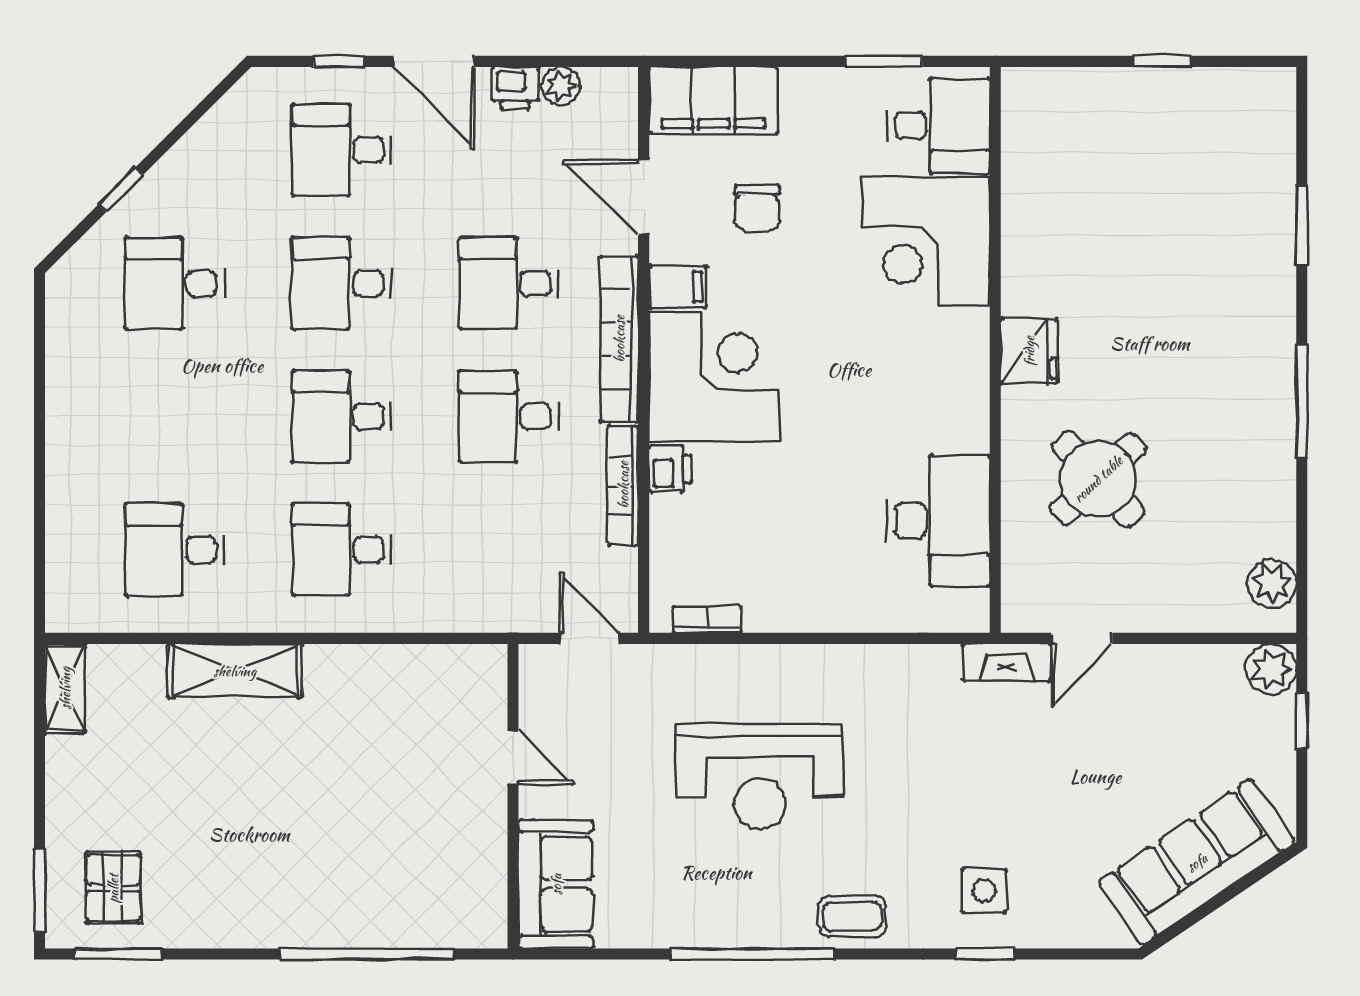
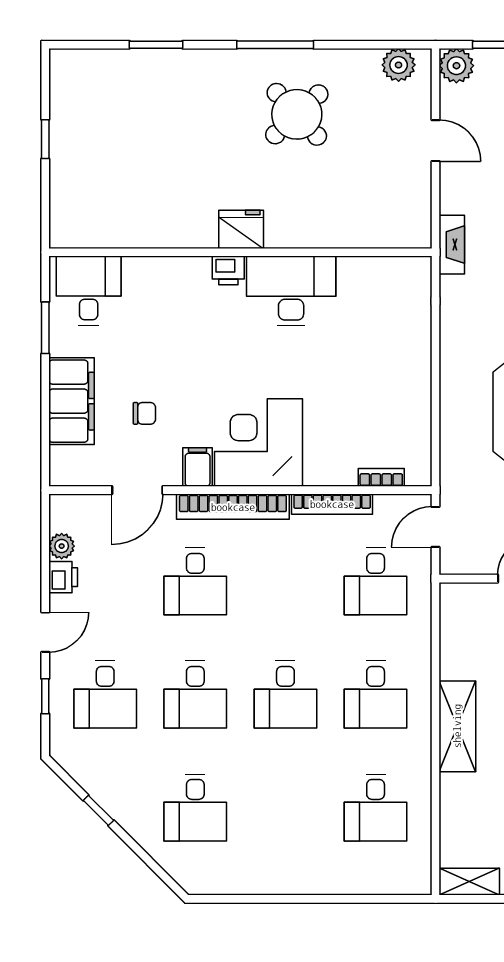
door: (434, 61) -> (45, 632), width x0.73
filing cabinet: (714, 100) -> (71, 401), moved
window: (121, 189) -> (98, 810), moved
chair: (757, 208) -> (144, 413), width x0.73, depth x0.73
corner desk: (926, 241) -> (167, 299), removed
desk: (509, 416) -> (376, 581), moved
printer: (670, 469) -> (228, 270), moved, turned 180
round table: (1098, 479) -> (297, 114), moved
desk: (938, 521) -> (291, 291), moved
bookcase: (707, 619) -> (381, 477), moved, turned 90
door: (1082, 638) -> (436, 141), moved
shelving: (235, 671) -> (457, 726), moved

